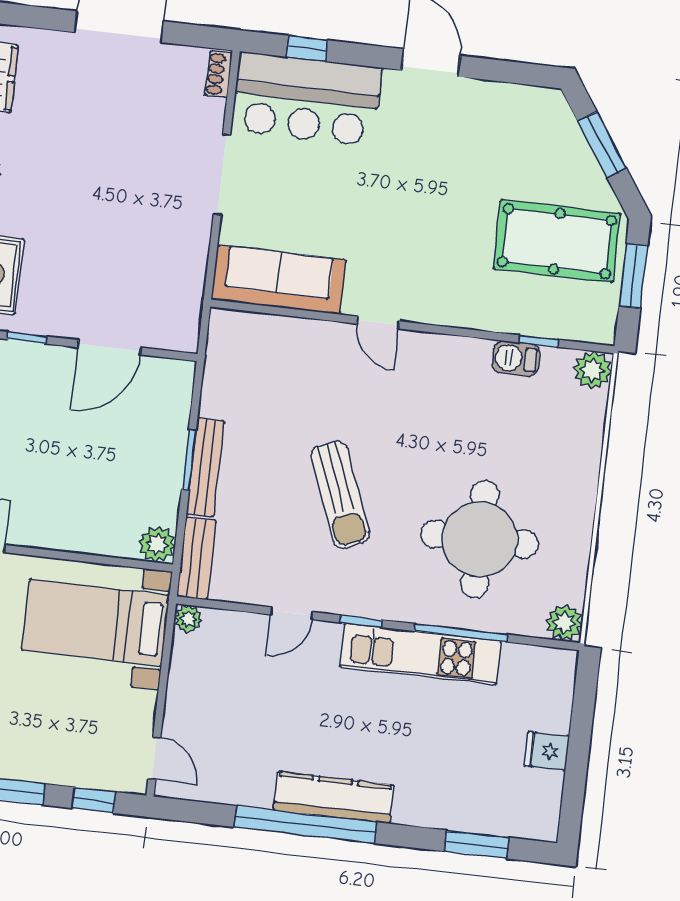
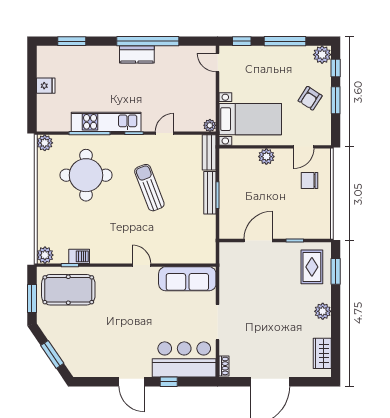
window: (307, 49) -> (169, 382), moved
pool table: (557, 241) -> (68, 290), moved
plant: (157, 544) -> (266, 157), moved
kitchen counter: (334, 798) -> (137, 54), width x0.67

